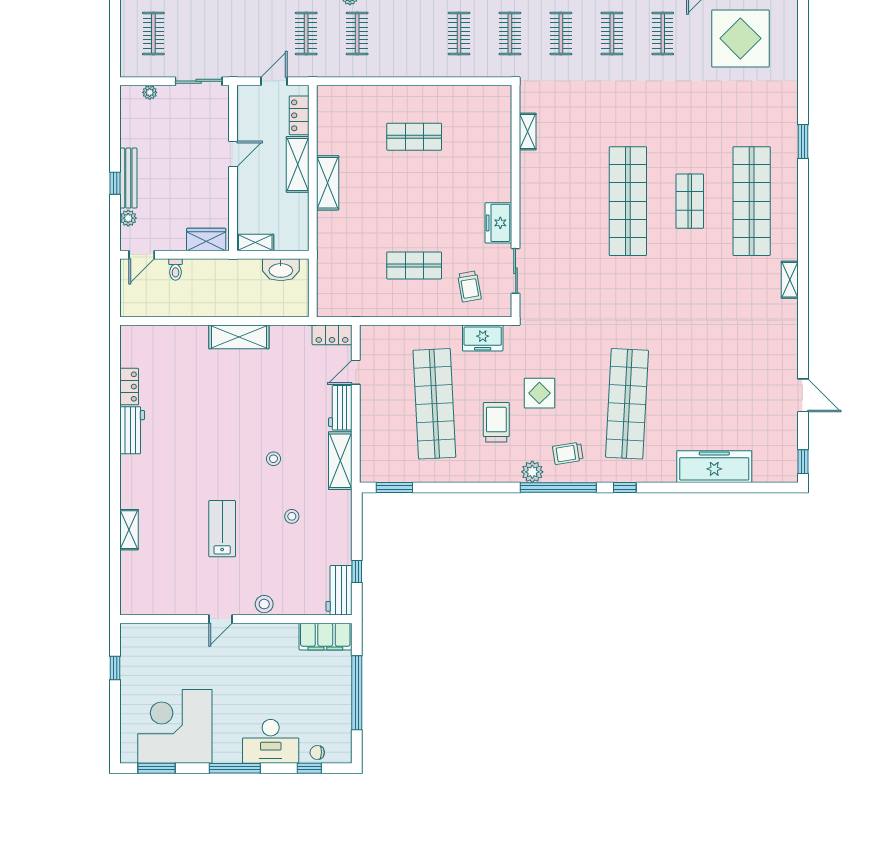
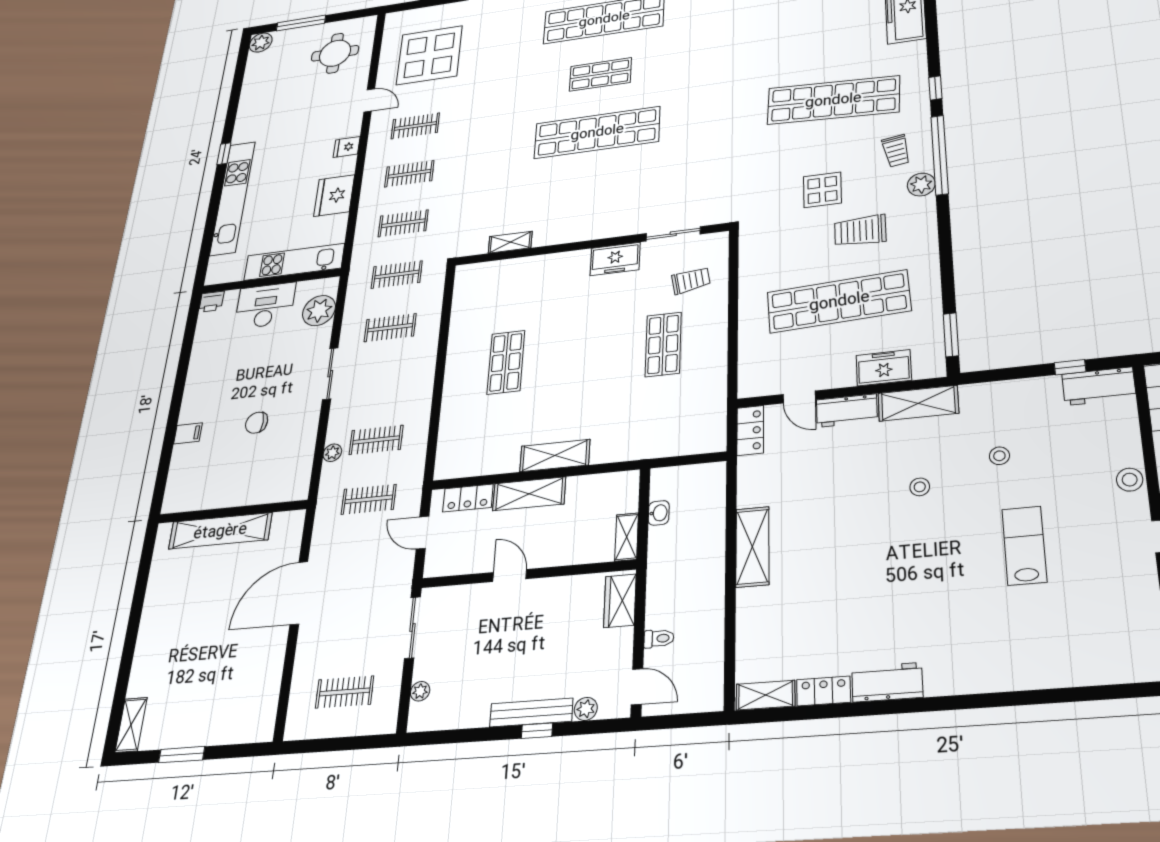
washbasin: (281, 270) -> (659, 513), width x0.52, depth x0.69
freezer: (483, 338) -> (884, 368), moved, turned -90
lab bench: (222, 529) -> (1024, 545), turned 90
shelving: (129, 530) -> (765, 695), moved

